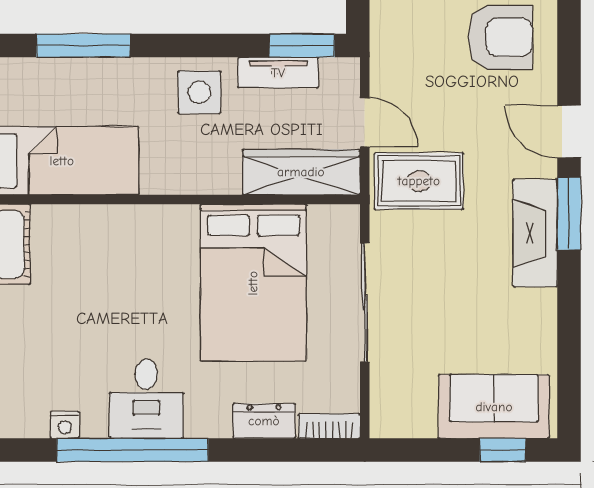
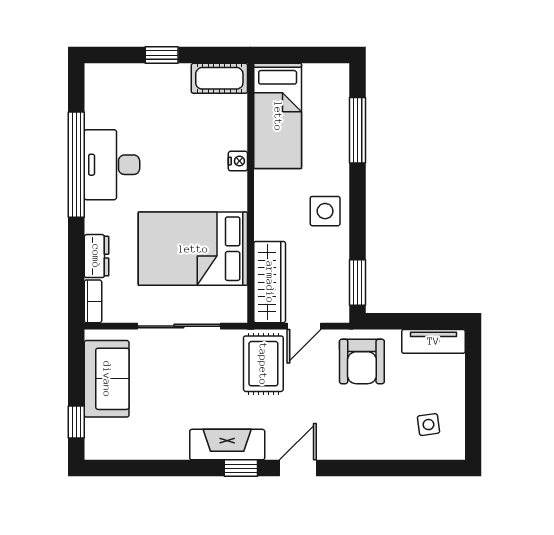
armchair: (500, 37) -> (362, 361), moved
tv unit: (278, 73) -> (339, 266), removed
window: (569, 214) -> (241, 468), width x0.67
desk: (146, 399) -> (112, 165), width x1.37
sofa: (494, 407) -> (107, 379), moved
nightstand: (65, 425) -> (238, 161), moved, turned 180

